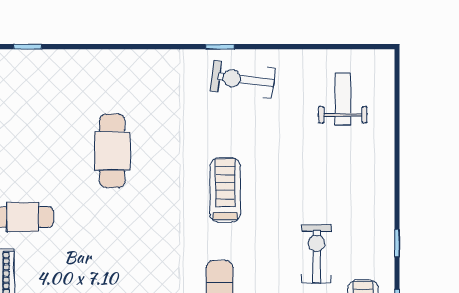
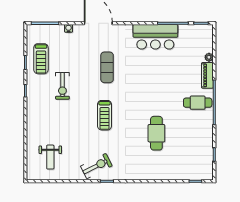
exercise bike: (243, 80) -> (96, 166), turned -34

